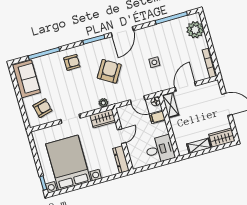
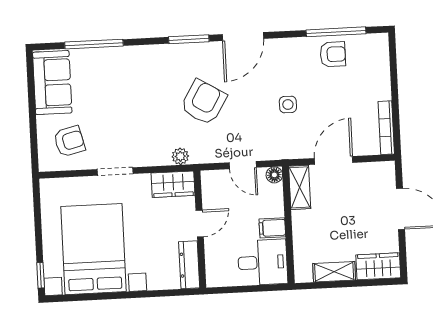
plant: (195, 30) -> (374, 63), removed
armchair: (72, 62) -> (333, 54), moved
filing cabinet: (157, 117) -> (272, 228), moved

